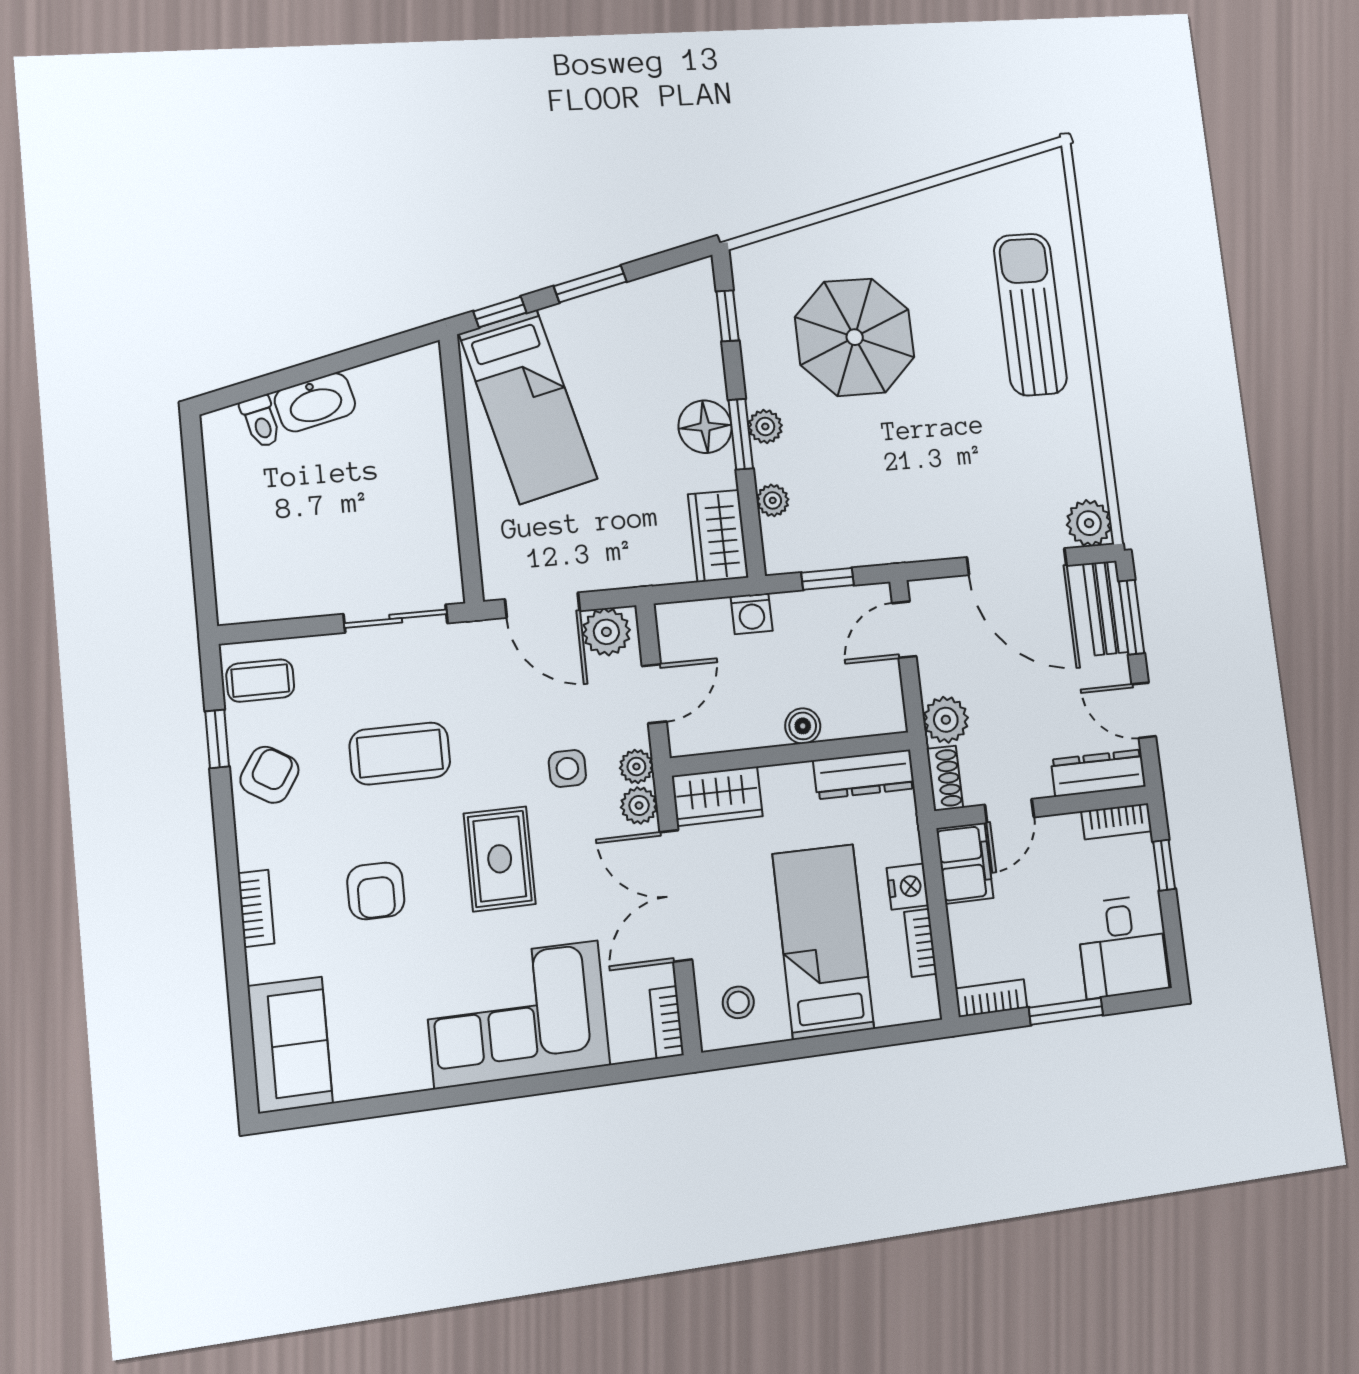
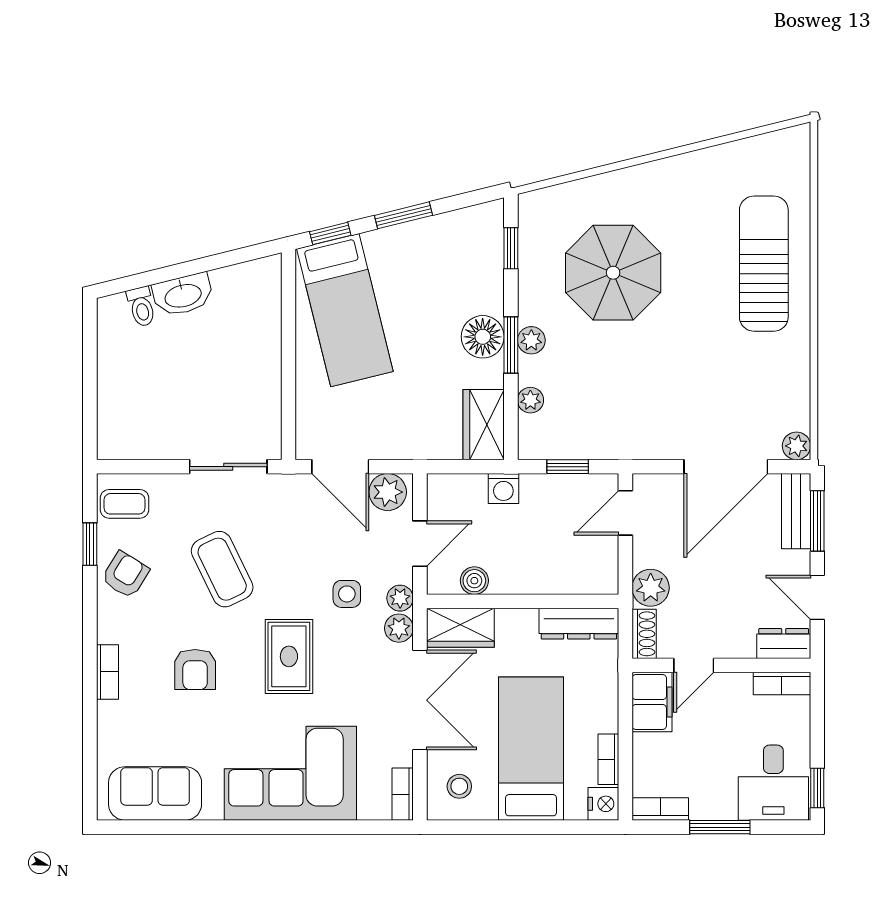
plant: (1089, 523) -> (796, 446), width x0.73, depth x0.73
door: (1017, 561) -> (726, 467), hinge flipped
boiler: (803, 726) -> (474, 581), moved
coffee table: (400, 753) -> (222, 569), turned 64
dresser: (1098, 773) -> (784, 644), width x0.70
window: (1164, 865) -> (817, 788), moved
nightstand: (908, 887) -> (603, 804), moved
double door: (676, 896) -> (420, 700), swing flipped
sofa: (290, 1045) -> (155, 793), moved, turned -90

